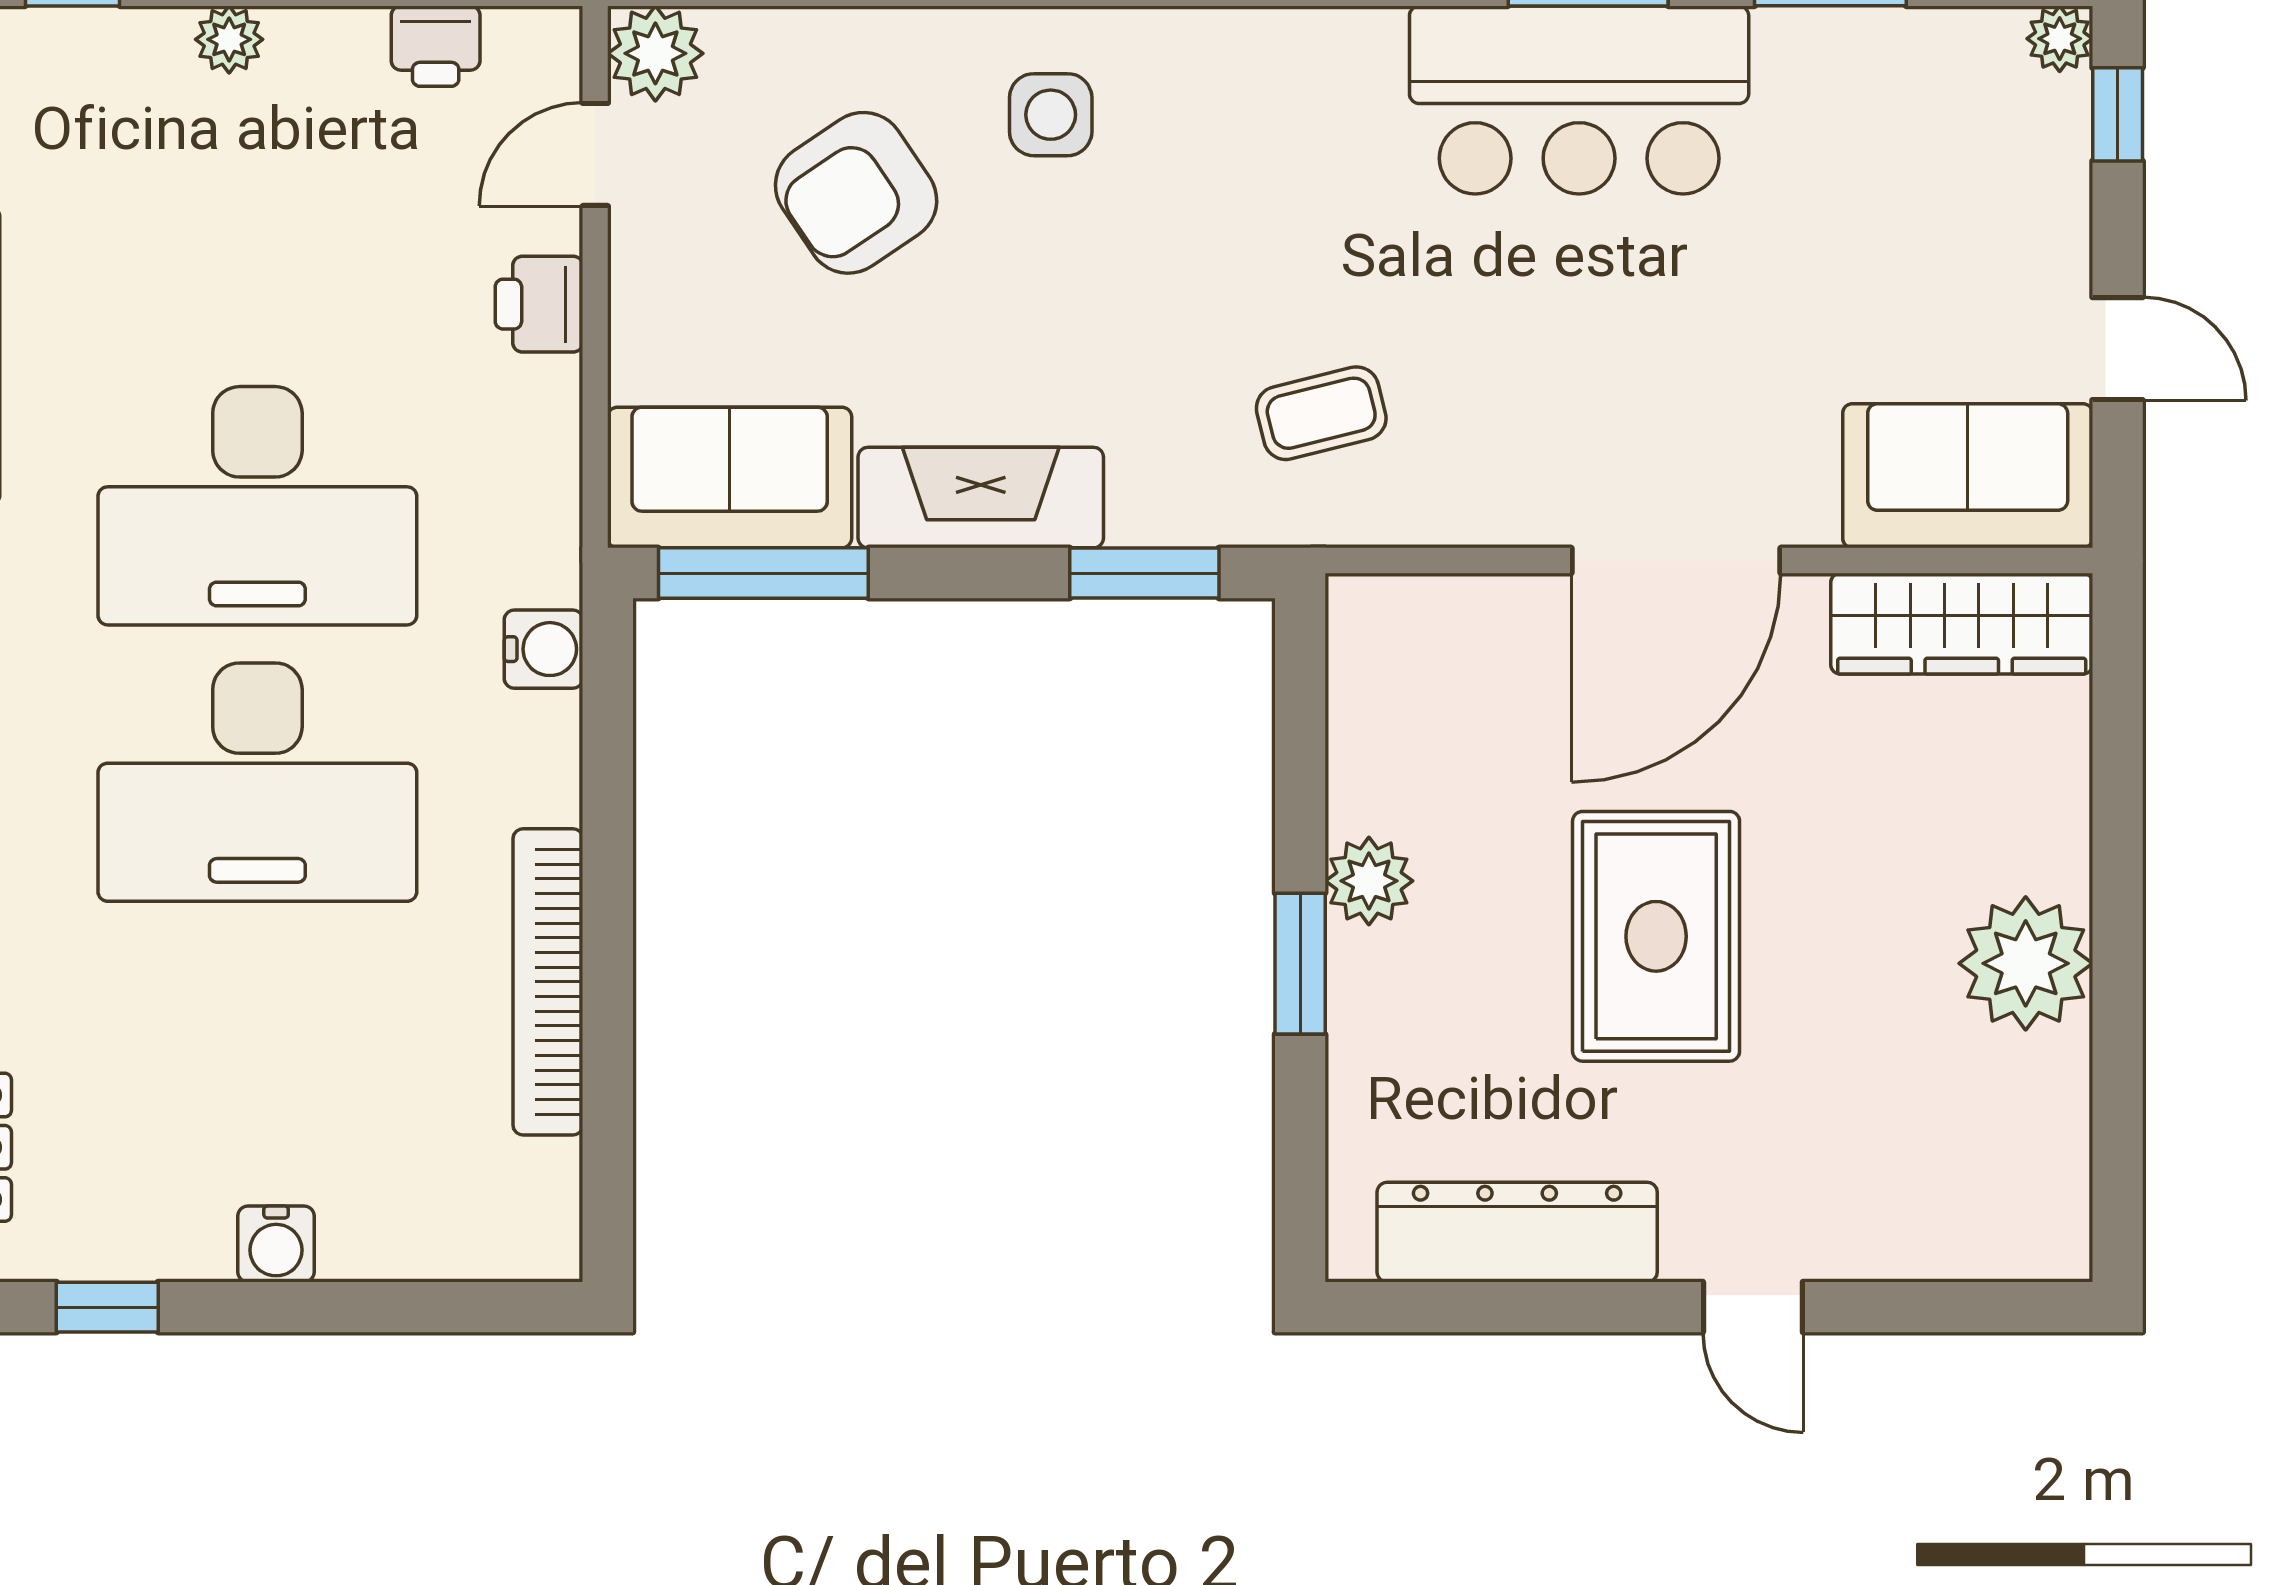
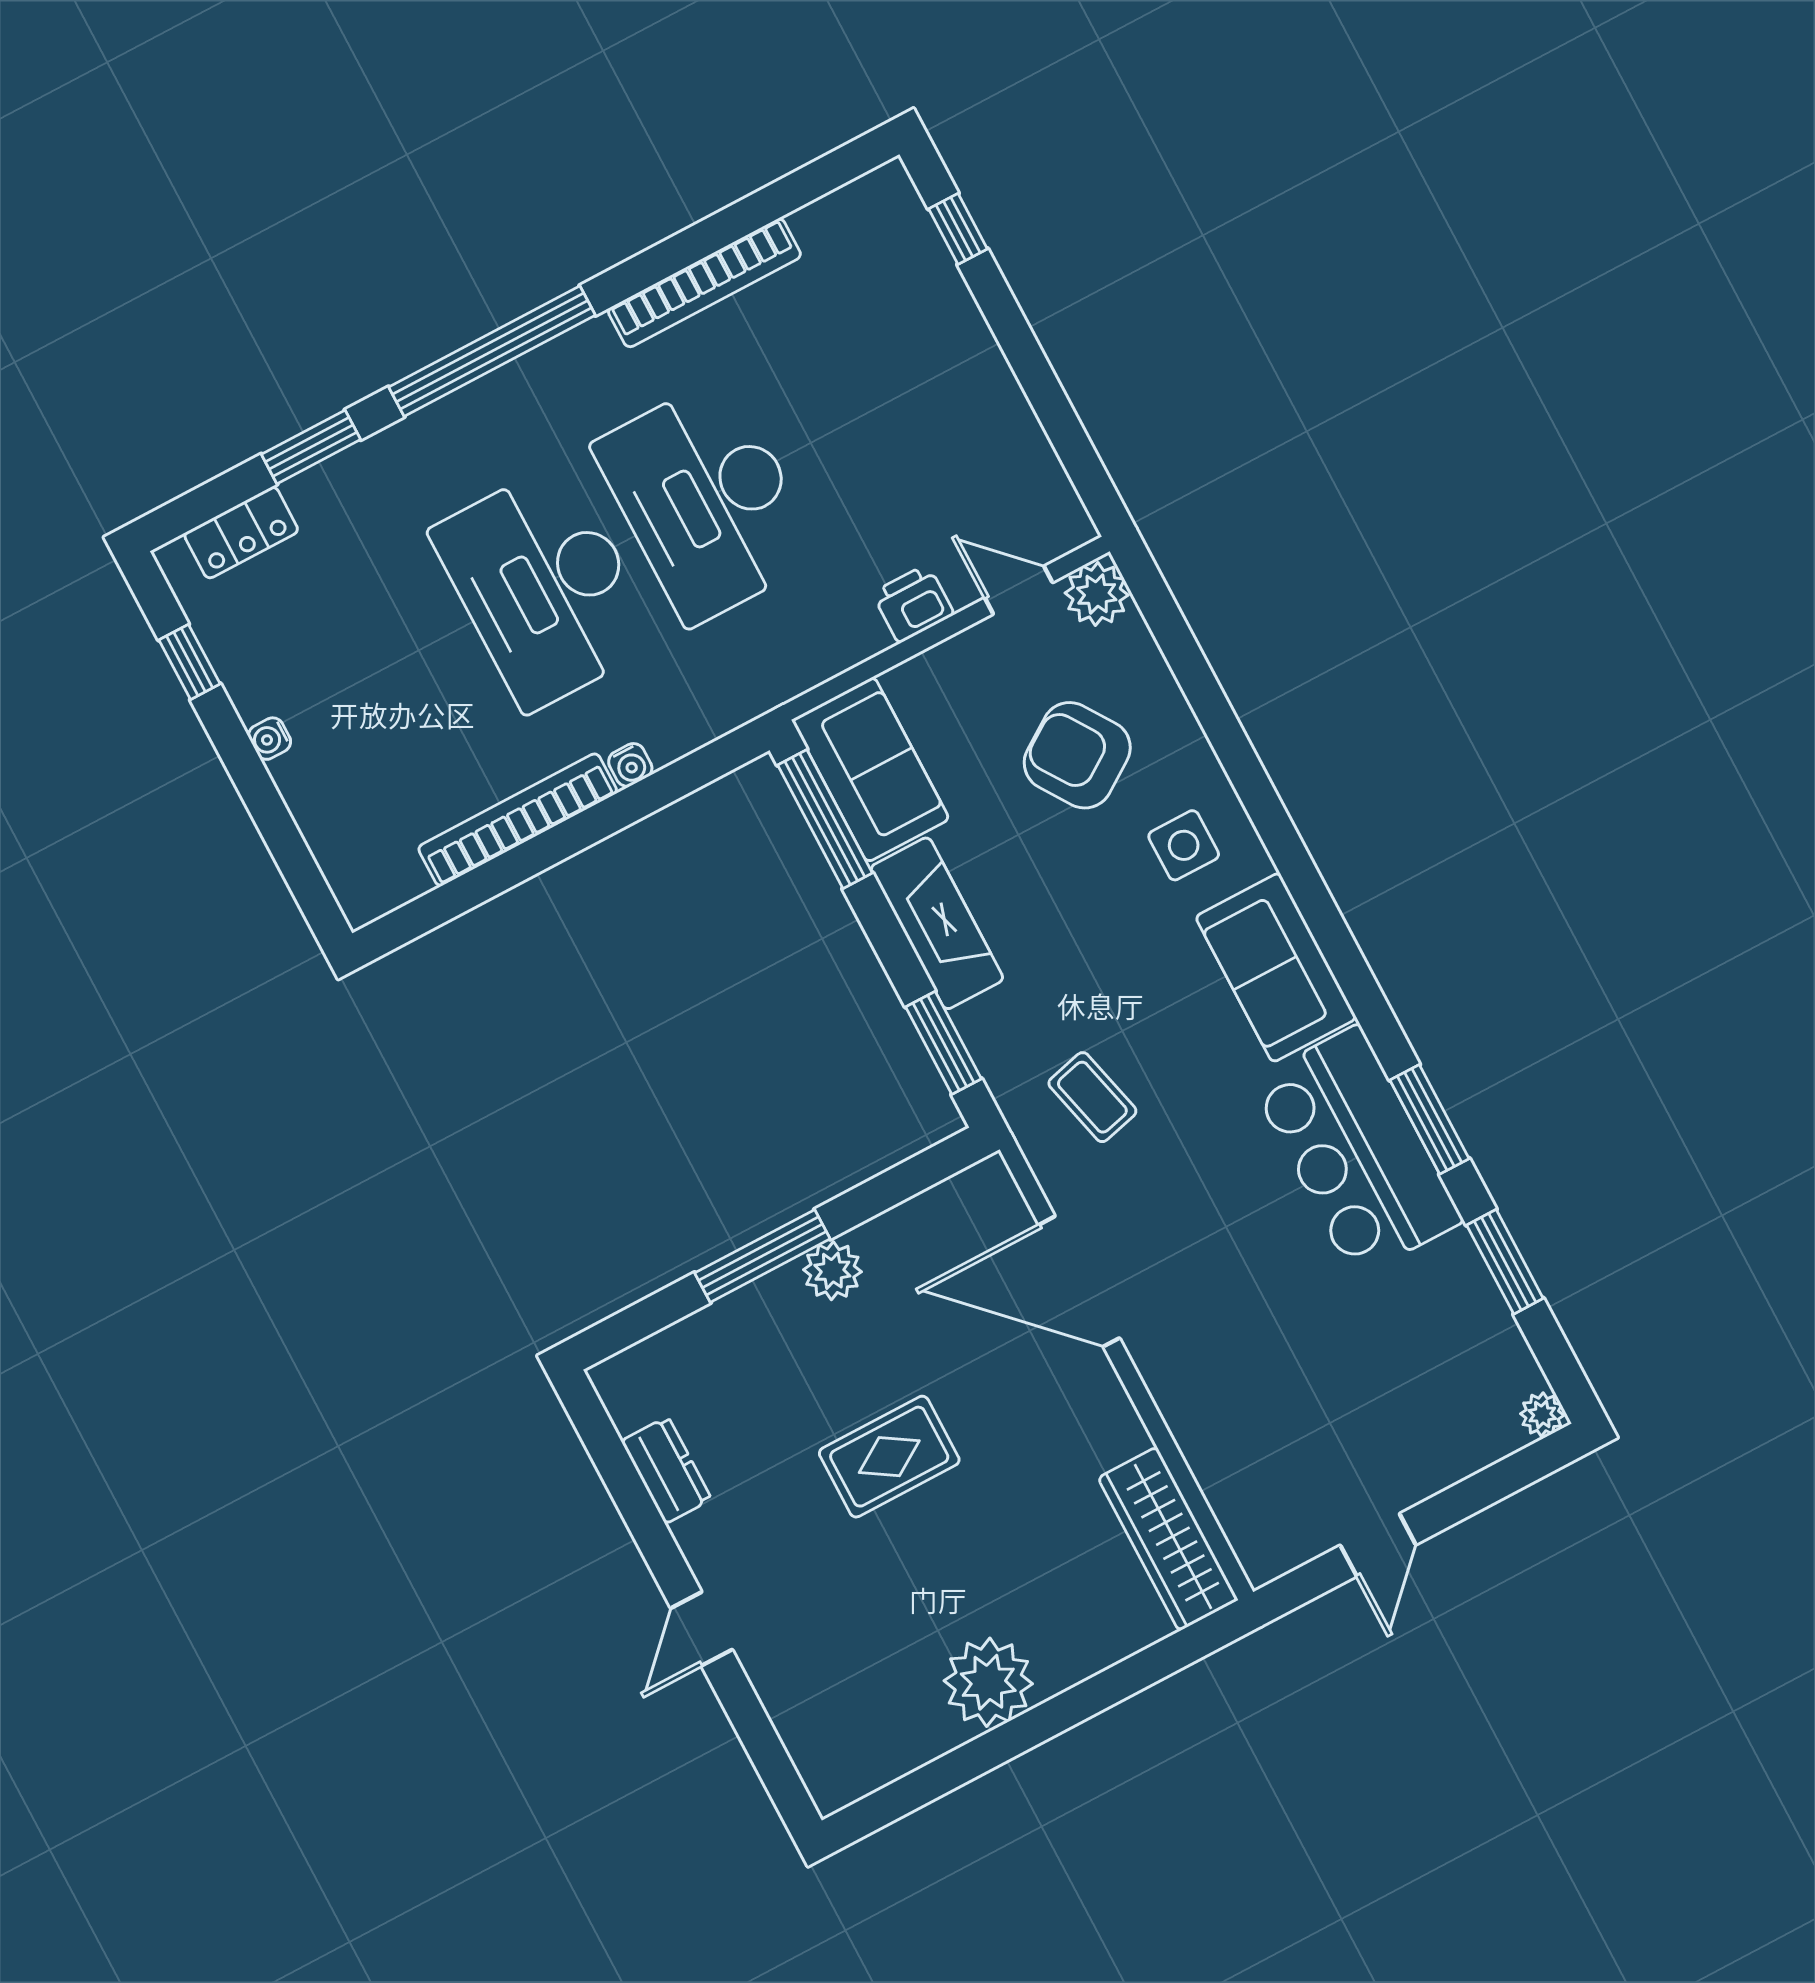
plant: (229, 39) -> (972, 339), removed
printer: (436, 46) -> (1033, 463), removed
window: (2118, 114) -> (1516, 1472), removed
sofa: (1968, 476) -> (1276, 967), moved, turned 180
door: (1676, 561) -> (1079, 1281), moved
water cooler: (544, 649) -> (630, 765), moved, width x0.72, depth x0.72
rug: (1656, 936) -> (889, 1457), width x0.73, depth x0.70
window: (1300, 964) -> (762, 1256), width x1.44
dresser: (1517, 1232) -> (666, 1470), width x0.51, depth x0.80
water cooler: (276, 1244) -> (270, 739), width x0.72, depth x0.72

